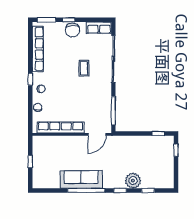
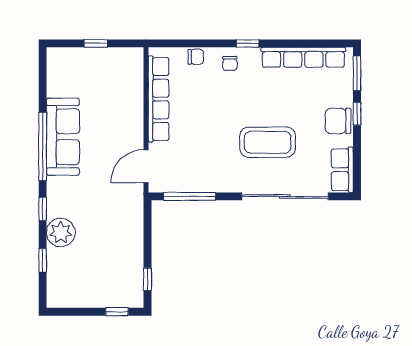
coffee table: (84, 68) -> (268, 142), width x1.86, depth x1.72
door: (97, 134) -> (146, 166), hinge flipped

